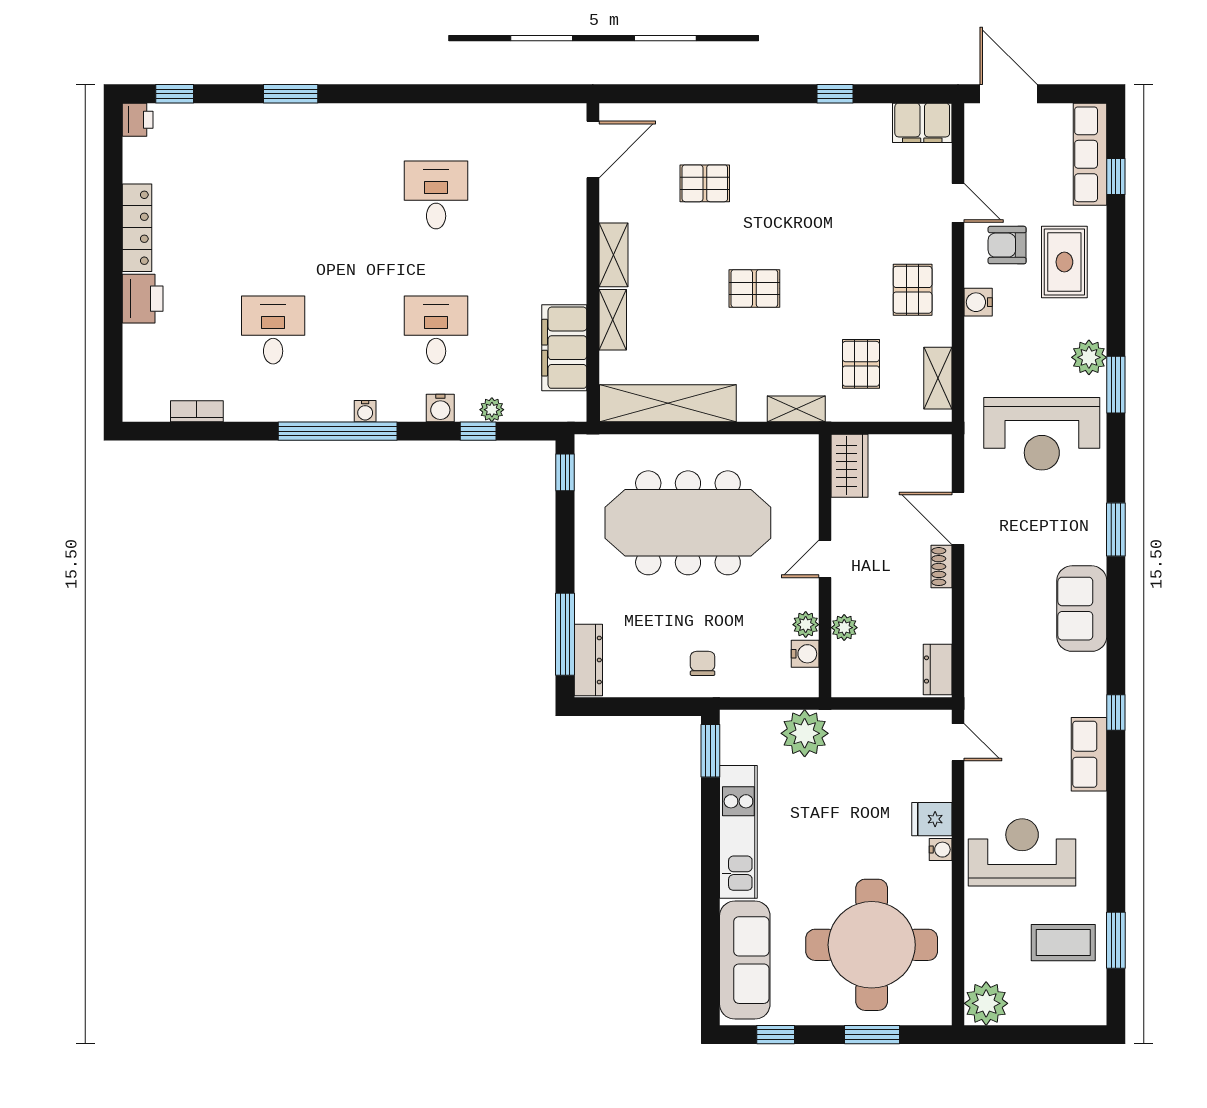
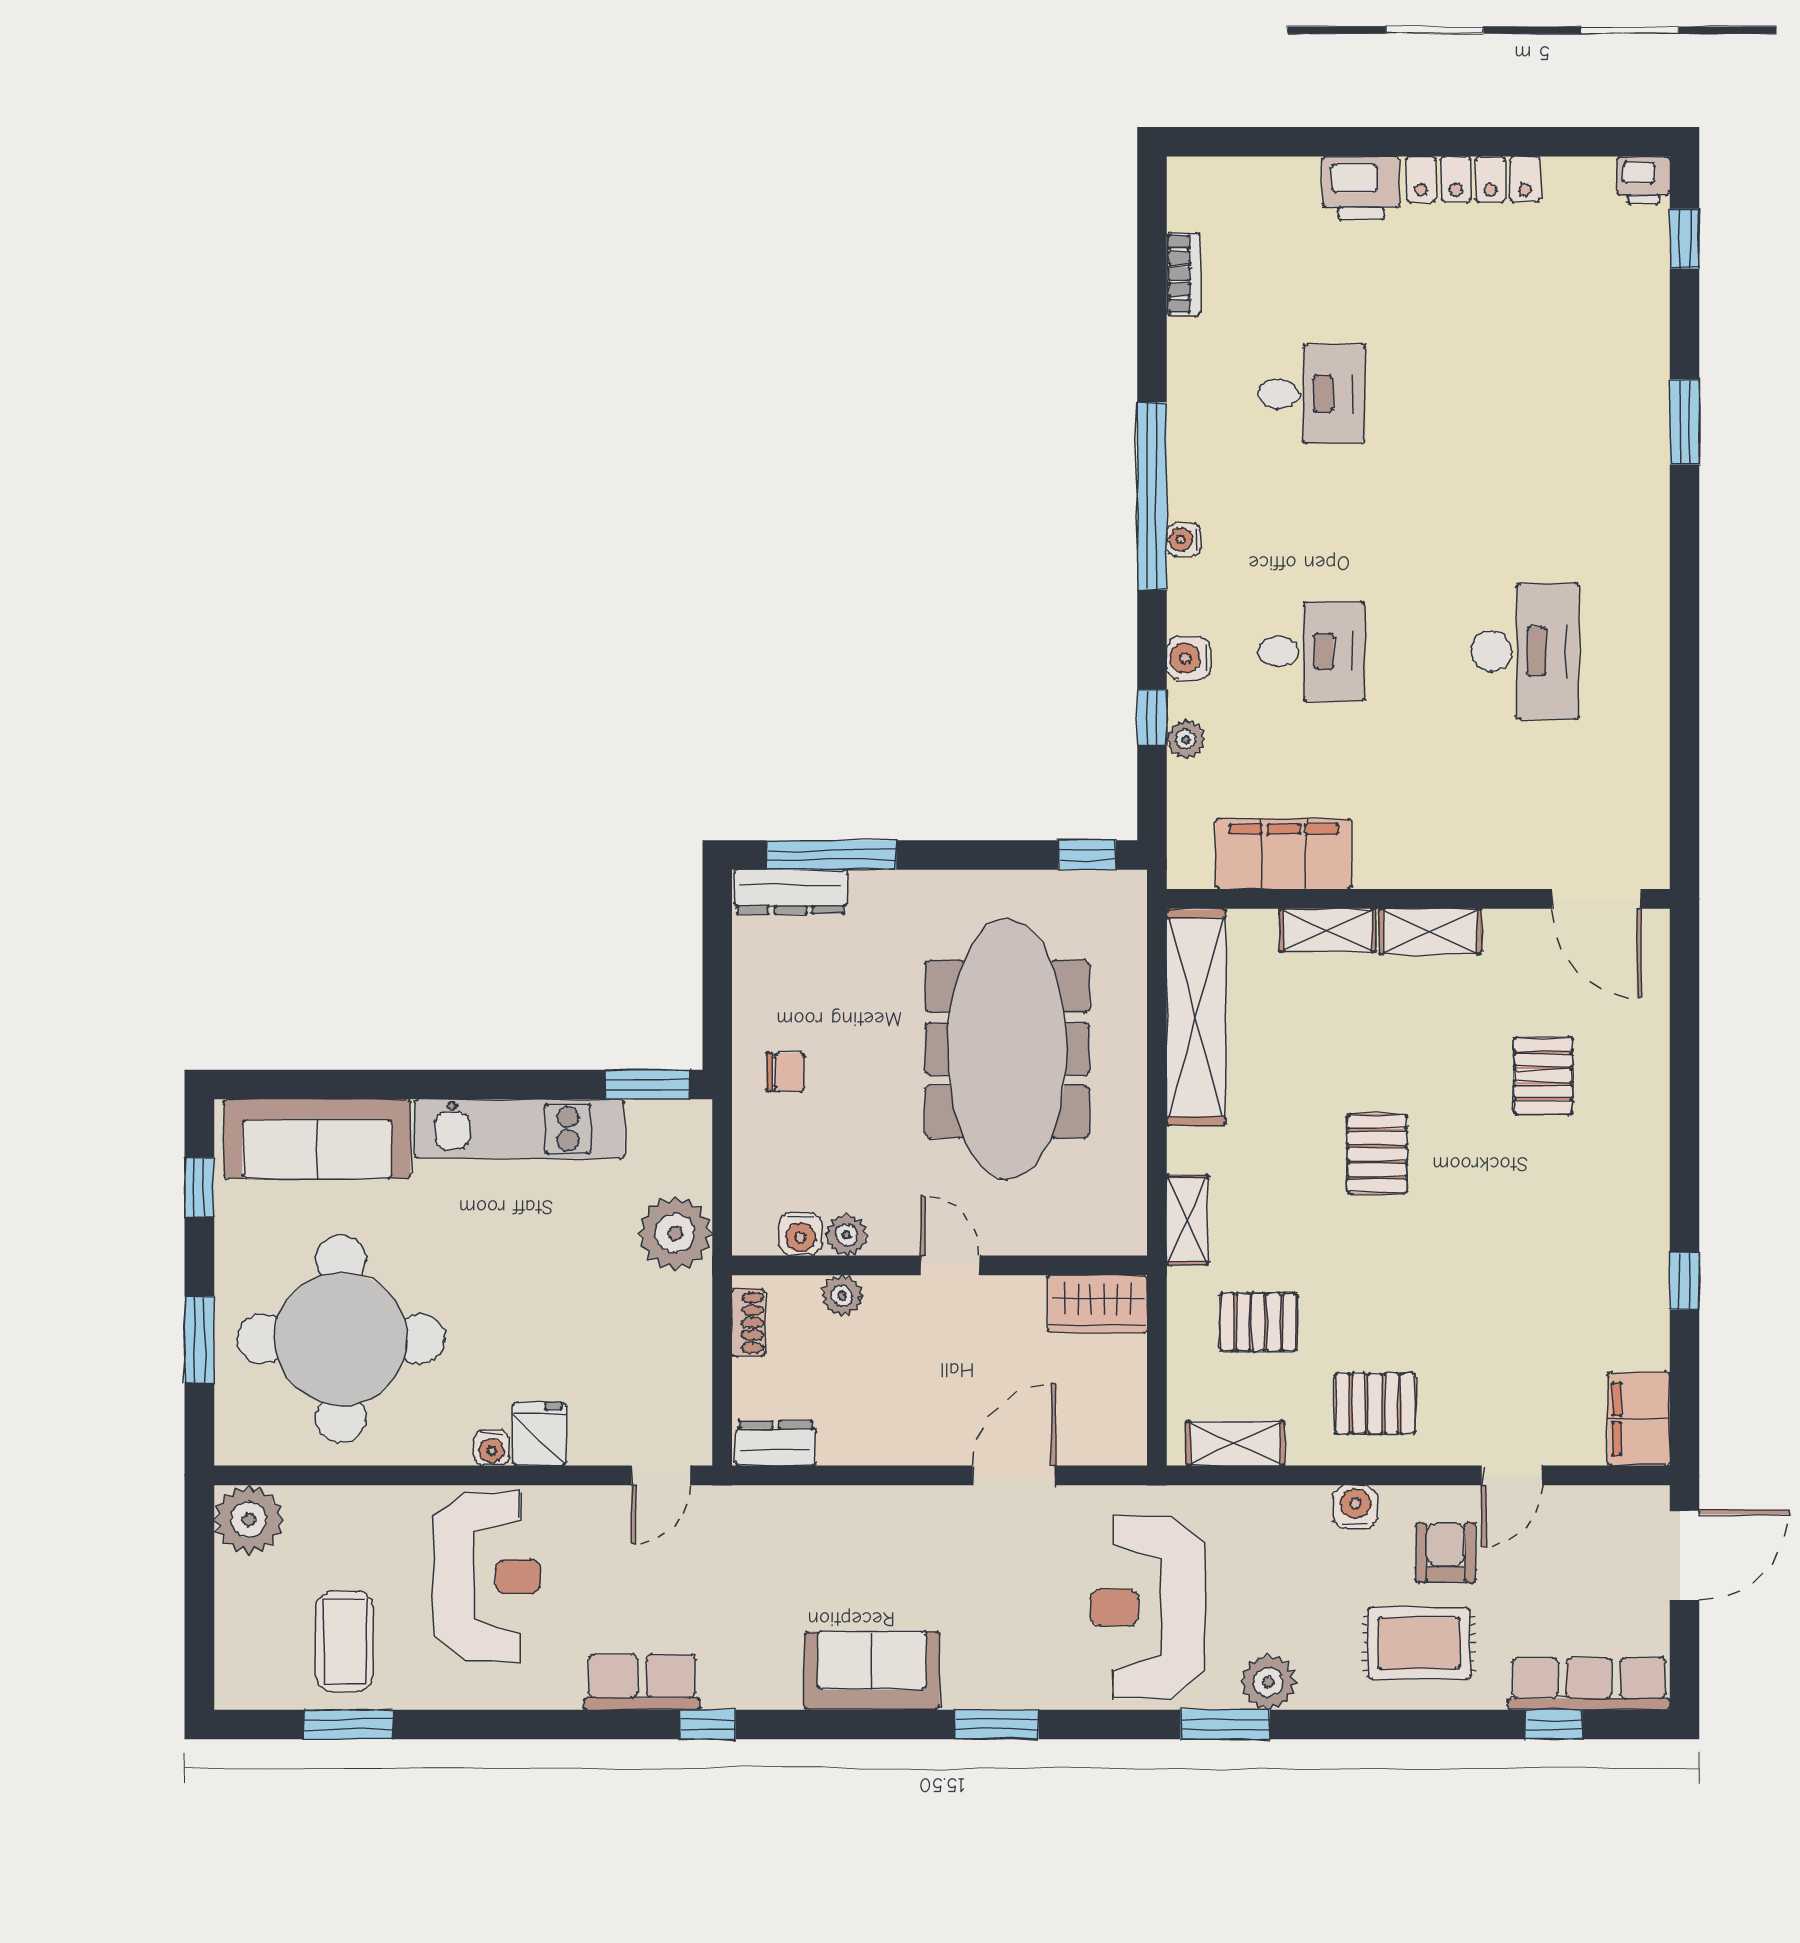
desk: (436, 195) -> (1525, 651), width x1.37
shoe rack: (941, 567) -> (748, 1323), moved, turned 90

